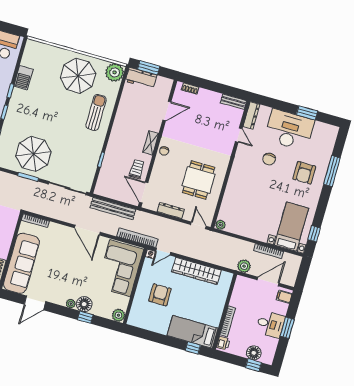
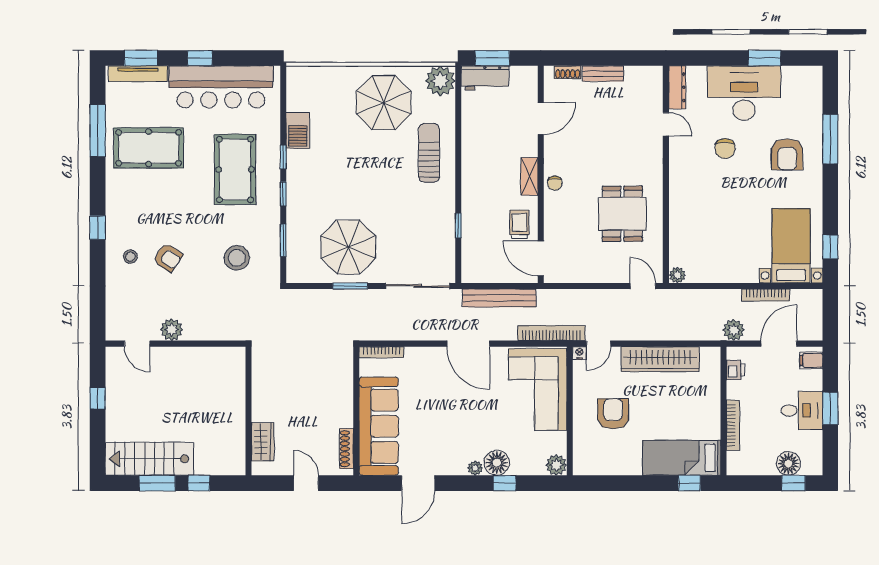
bench: (233, 102) -> (603, 74), moved
dresser: (171, 211) -> (592, 275), removed
printer: (223, 343) -> (735, 370), moved

